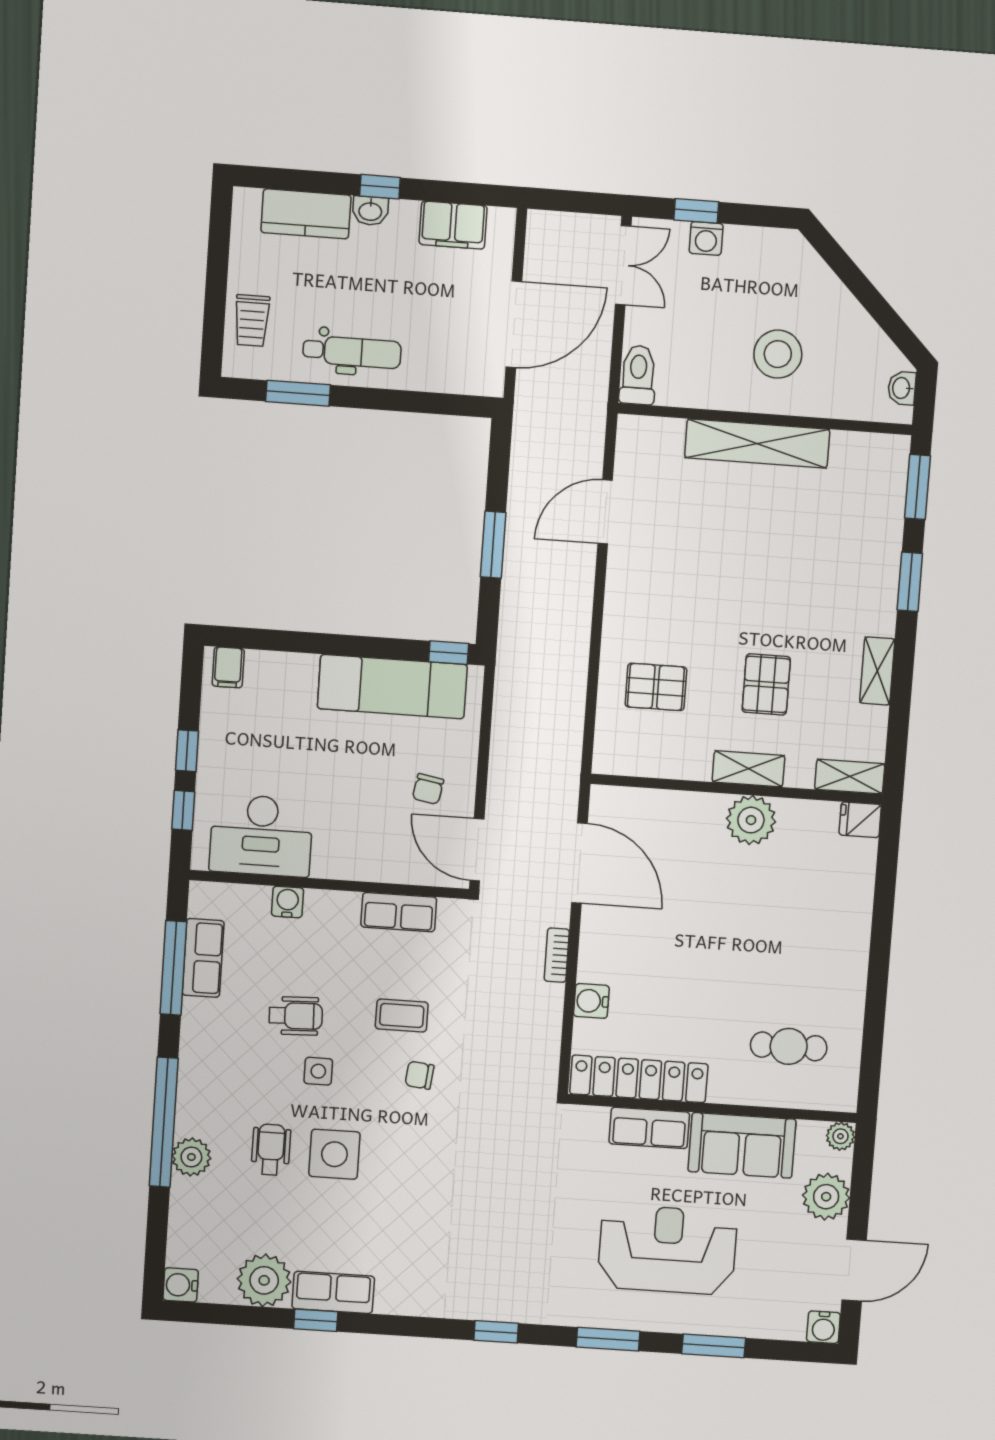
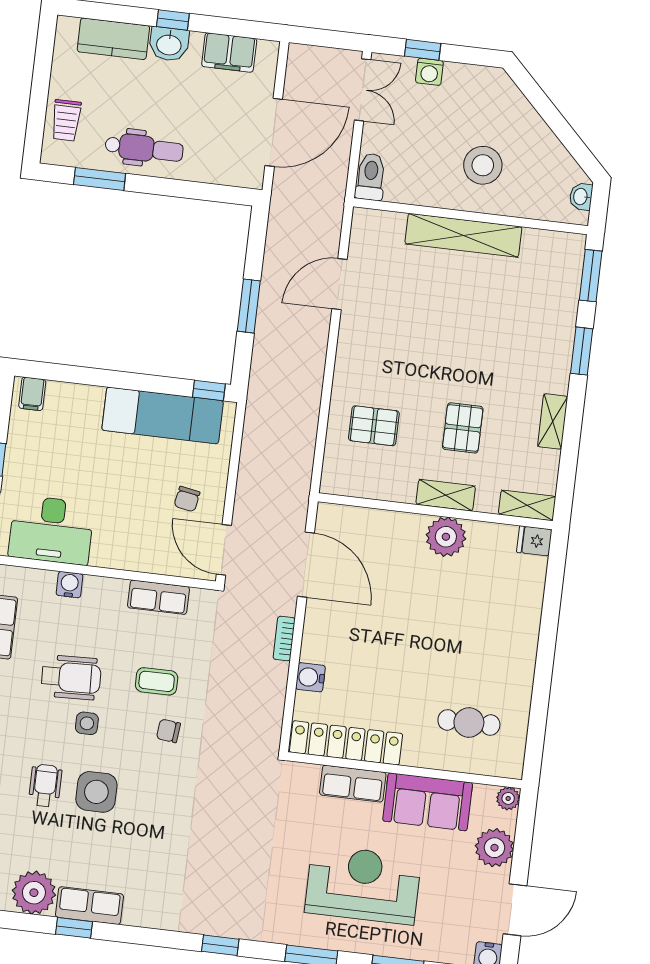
washbasin: (370, 211) -> (169, 44), width x1.38, depth x1.45
wheelchair: (296, 1016) -> (71, 677), width x1.36, depth x1.37

